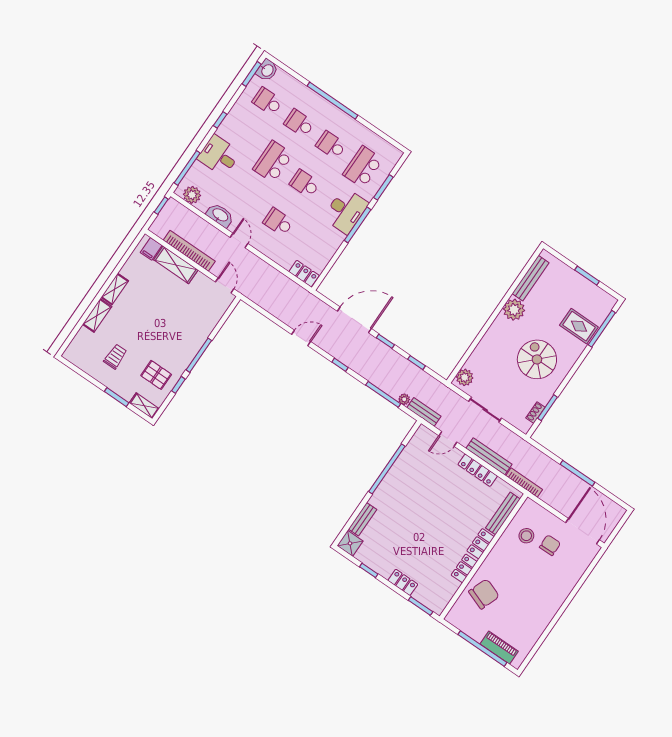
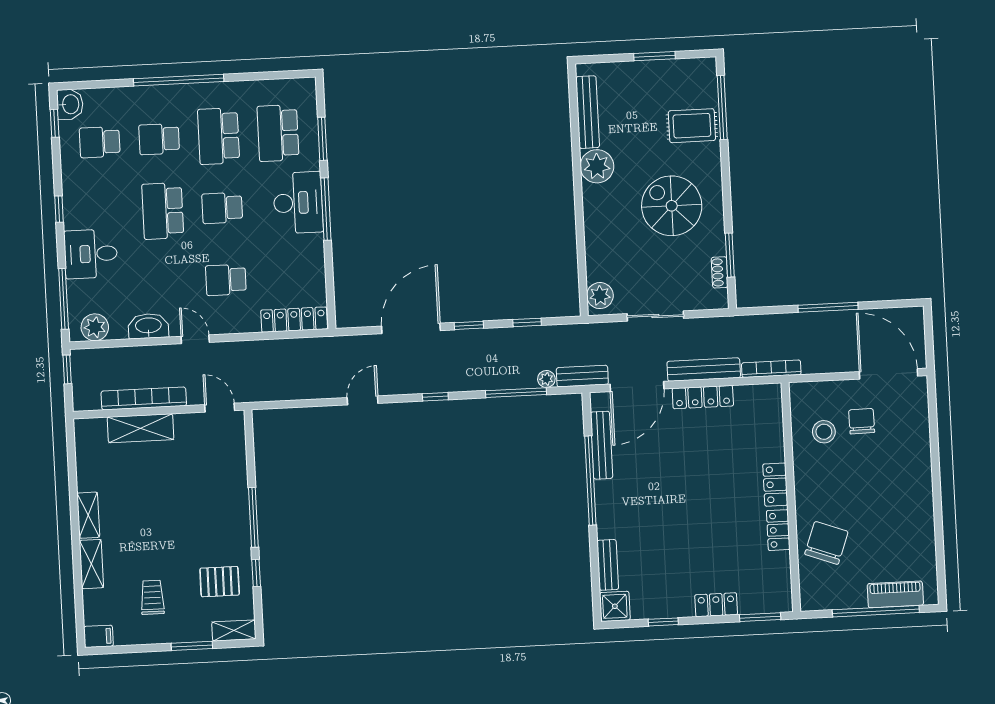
window: (252, 74) -> (55, 123), width x0.67
school desk: (331, 145) -> (219, 136), width x1.85
filing cabinet: (151, 249) -> (98, 636), moved, turned -90
locker: (304, 274) -> (294, 320), width x1.53
door: (448, 439) -> (637, 387), width x1.87
bench: (503, 513) -> (601, 445), moved

